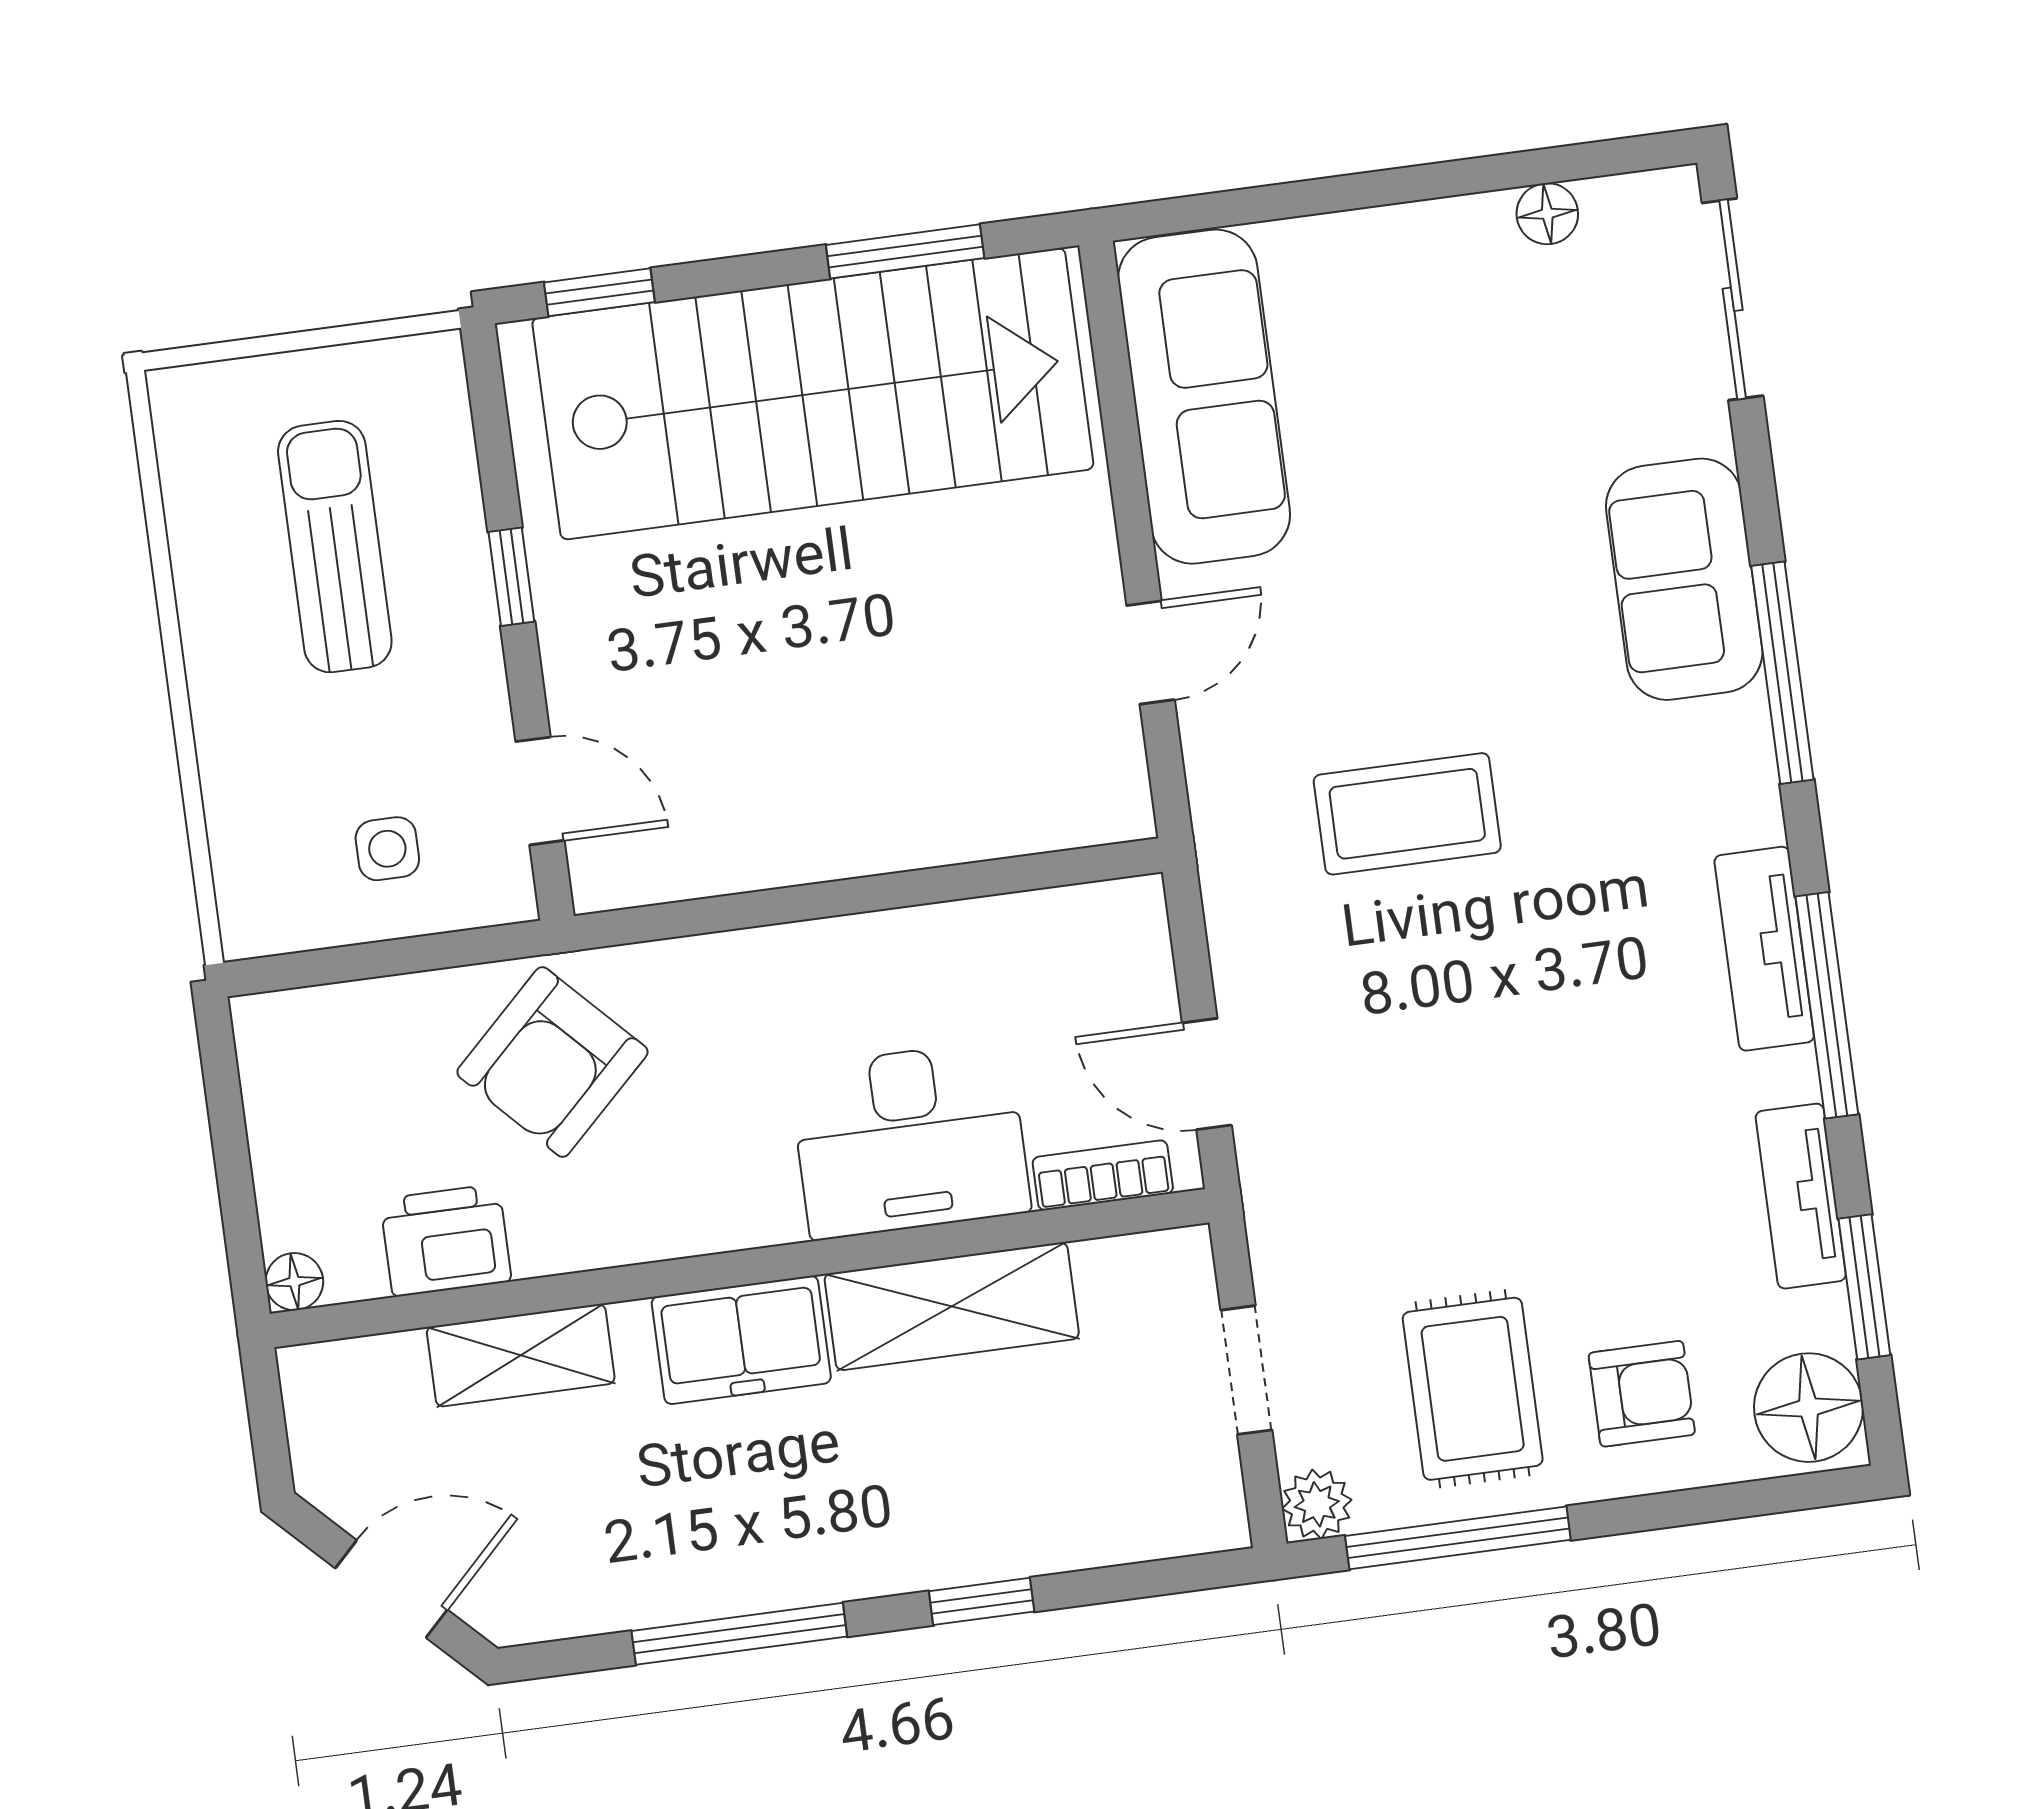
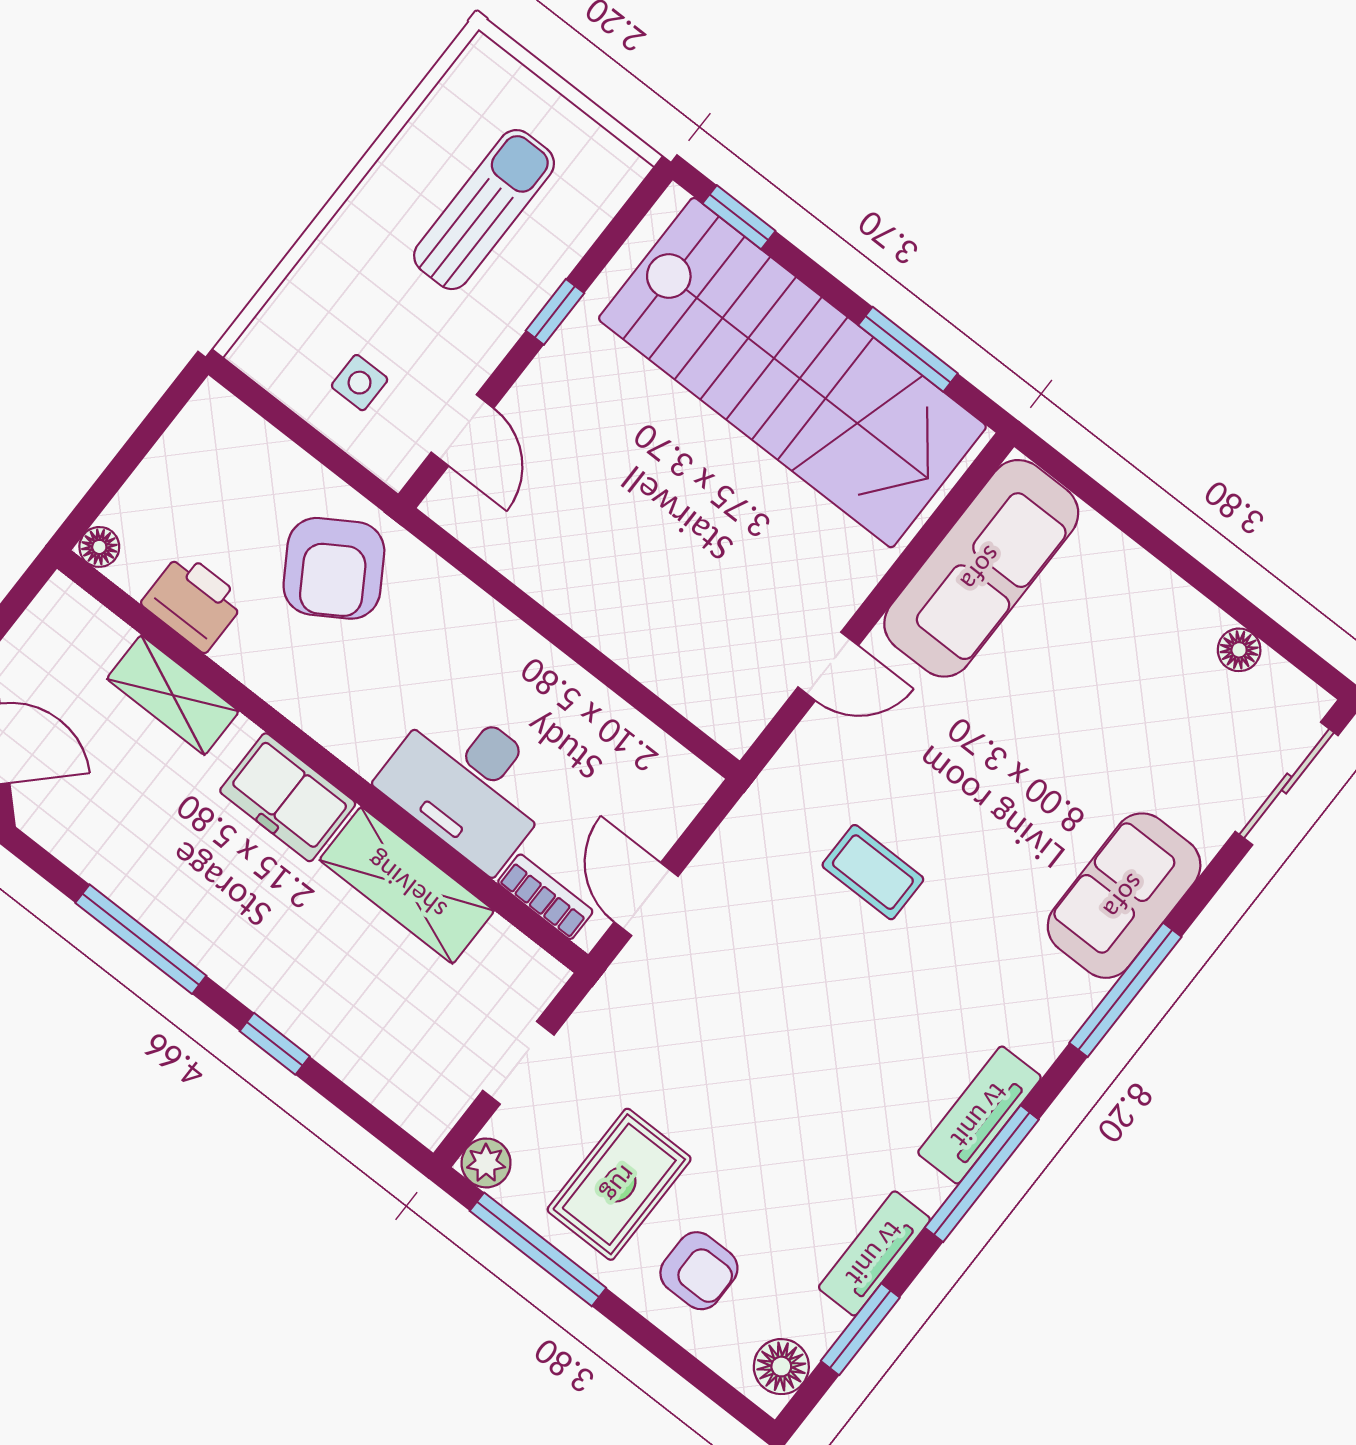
coffee table: (1407, 814) -> (873, 872), width x0.73, depth x0.77
armchair: (552, 1062) -> (334, 568), turned -78
floor lamp: (1808, 1408) -> (781, 1367), width x0.73, depth x0.73

